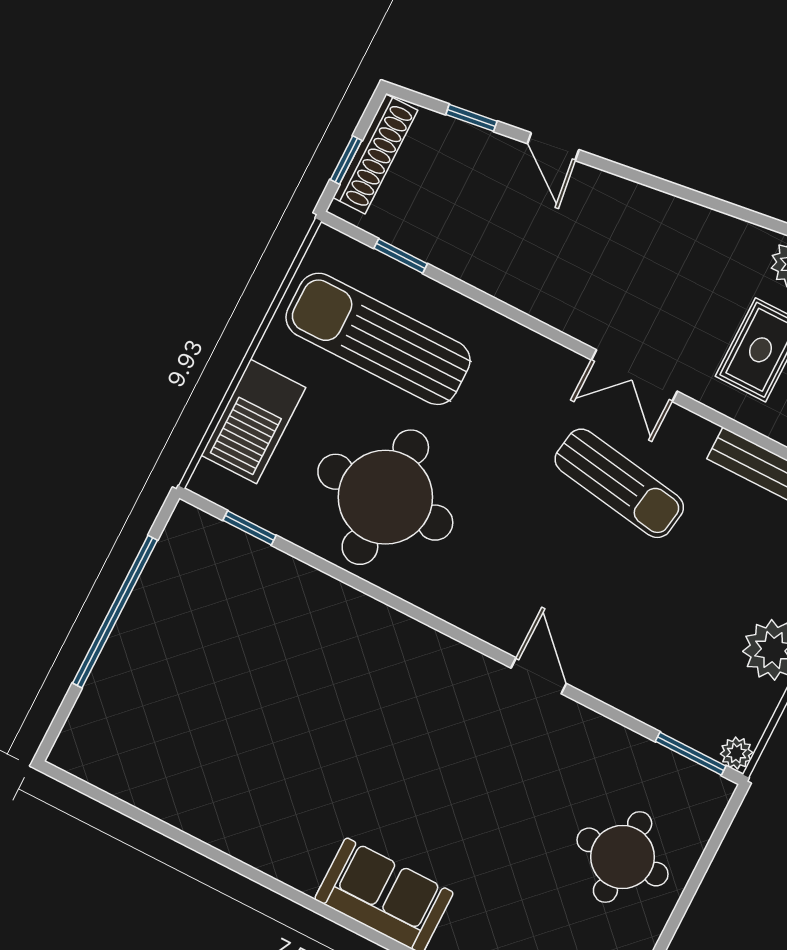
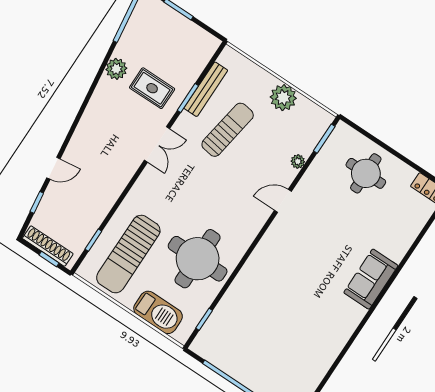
window: (748, 434) -> (188, 98), added
sun lounger: (619, 483) -> (228, 130), moved
plant: (736, 753) -> (298, 161), moved

